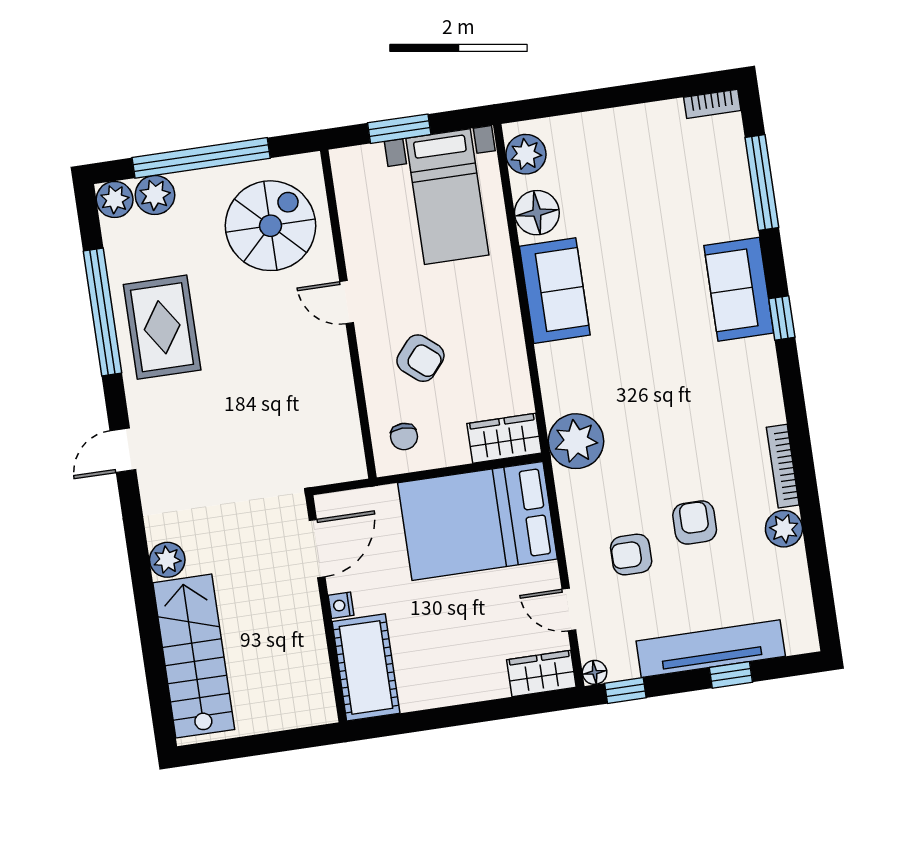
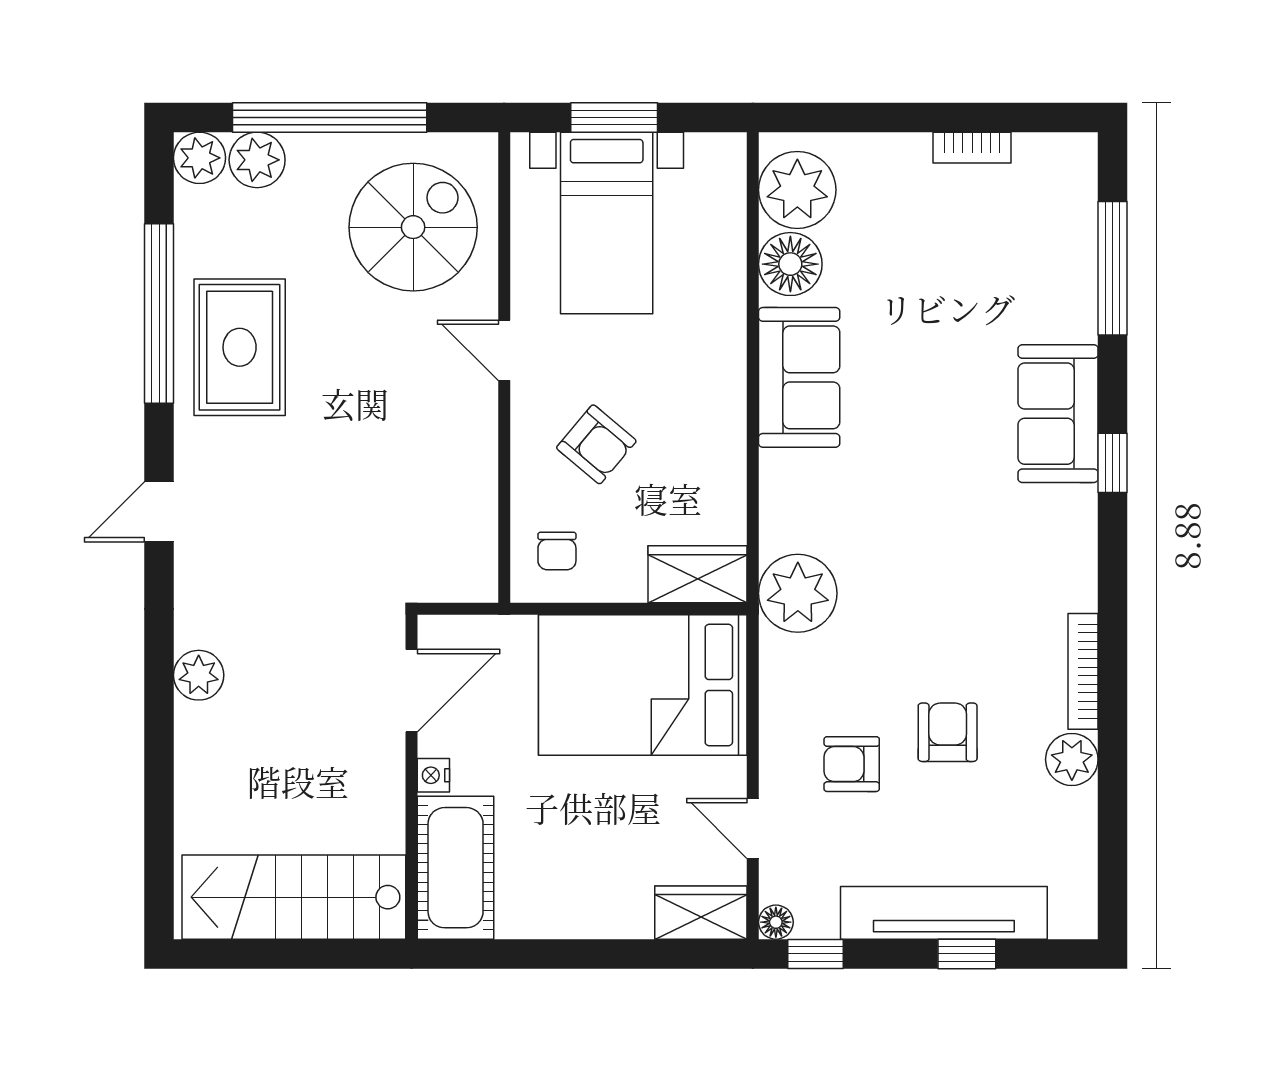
bookcase: (712, 104) -> (972, 148), moved
plant: (526, 154) -> (797, 190), width x1.36, depth x1.36
bed with nightstands: (447, 197) -> (607, 223), moved
stairs: (194, 656) -> (294, 897), moved, turned -90

